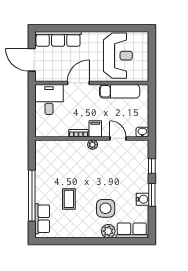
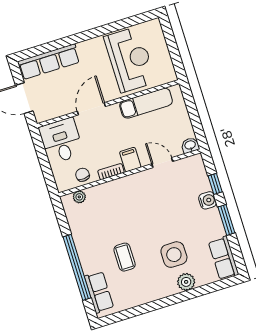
chair: (57, 129) -> (82, 175), added
plant: (93, 145) -> (79, 197), moved
water cooler: (142, 199) -> (208, 200), moved
row of seats: (132, 230) -> (224, 258), moved, turned -90

